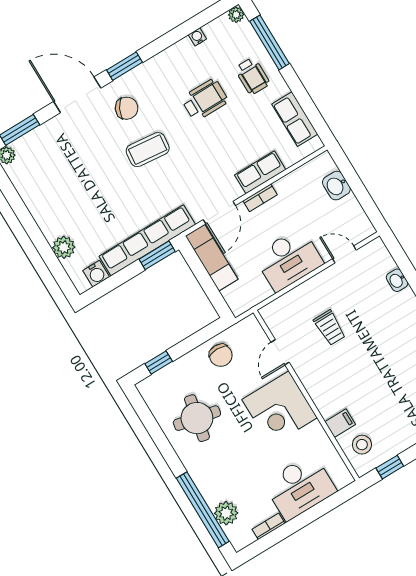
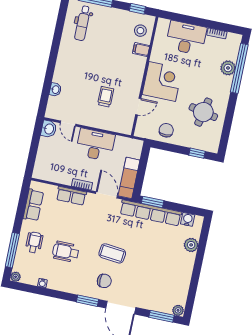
chair: (127, 108) -> (104, 281), turned 153
washbasin: (336, 186) -> (49, 129), moved
door: (219, 213) -> (107, 195), hinge flipped
plant: (226, 513) -> (228, 68), moved

